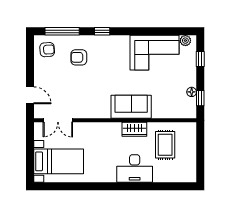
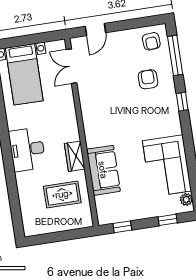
floor lamp: (192, 92) -> (128, 216), removed
sofa: (131, 107) -> (103, 170), moved
desk: (135, 168) -> (27, 149), moved

